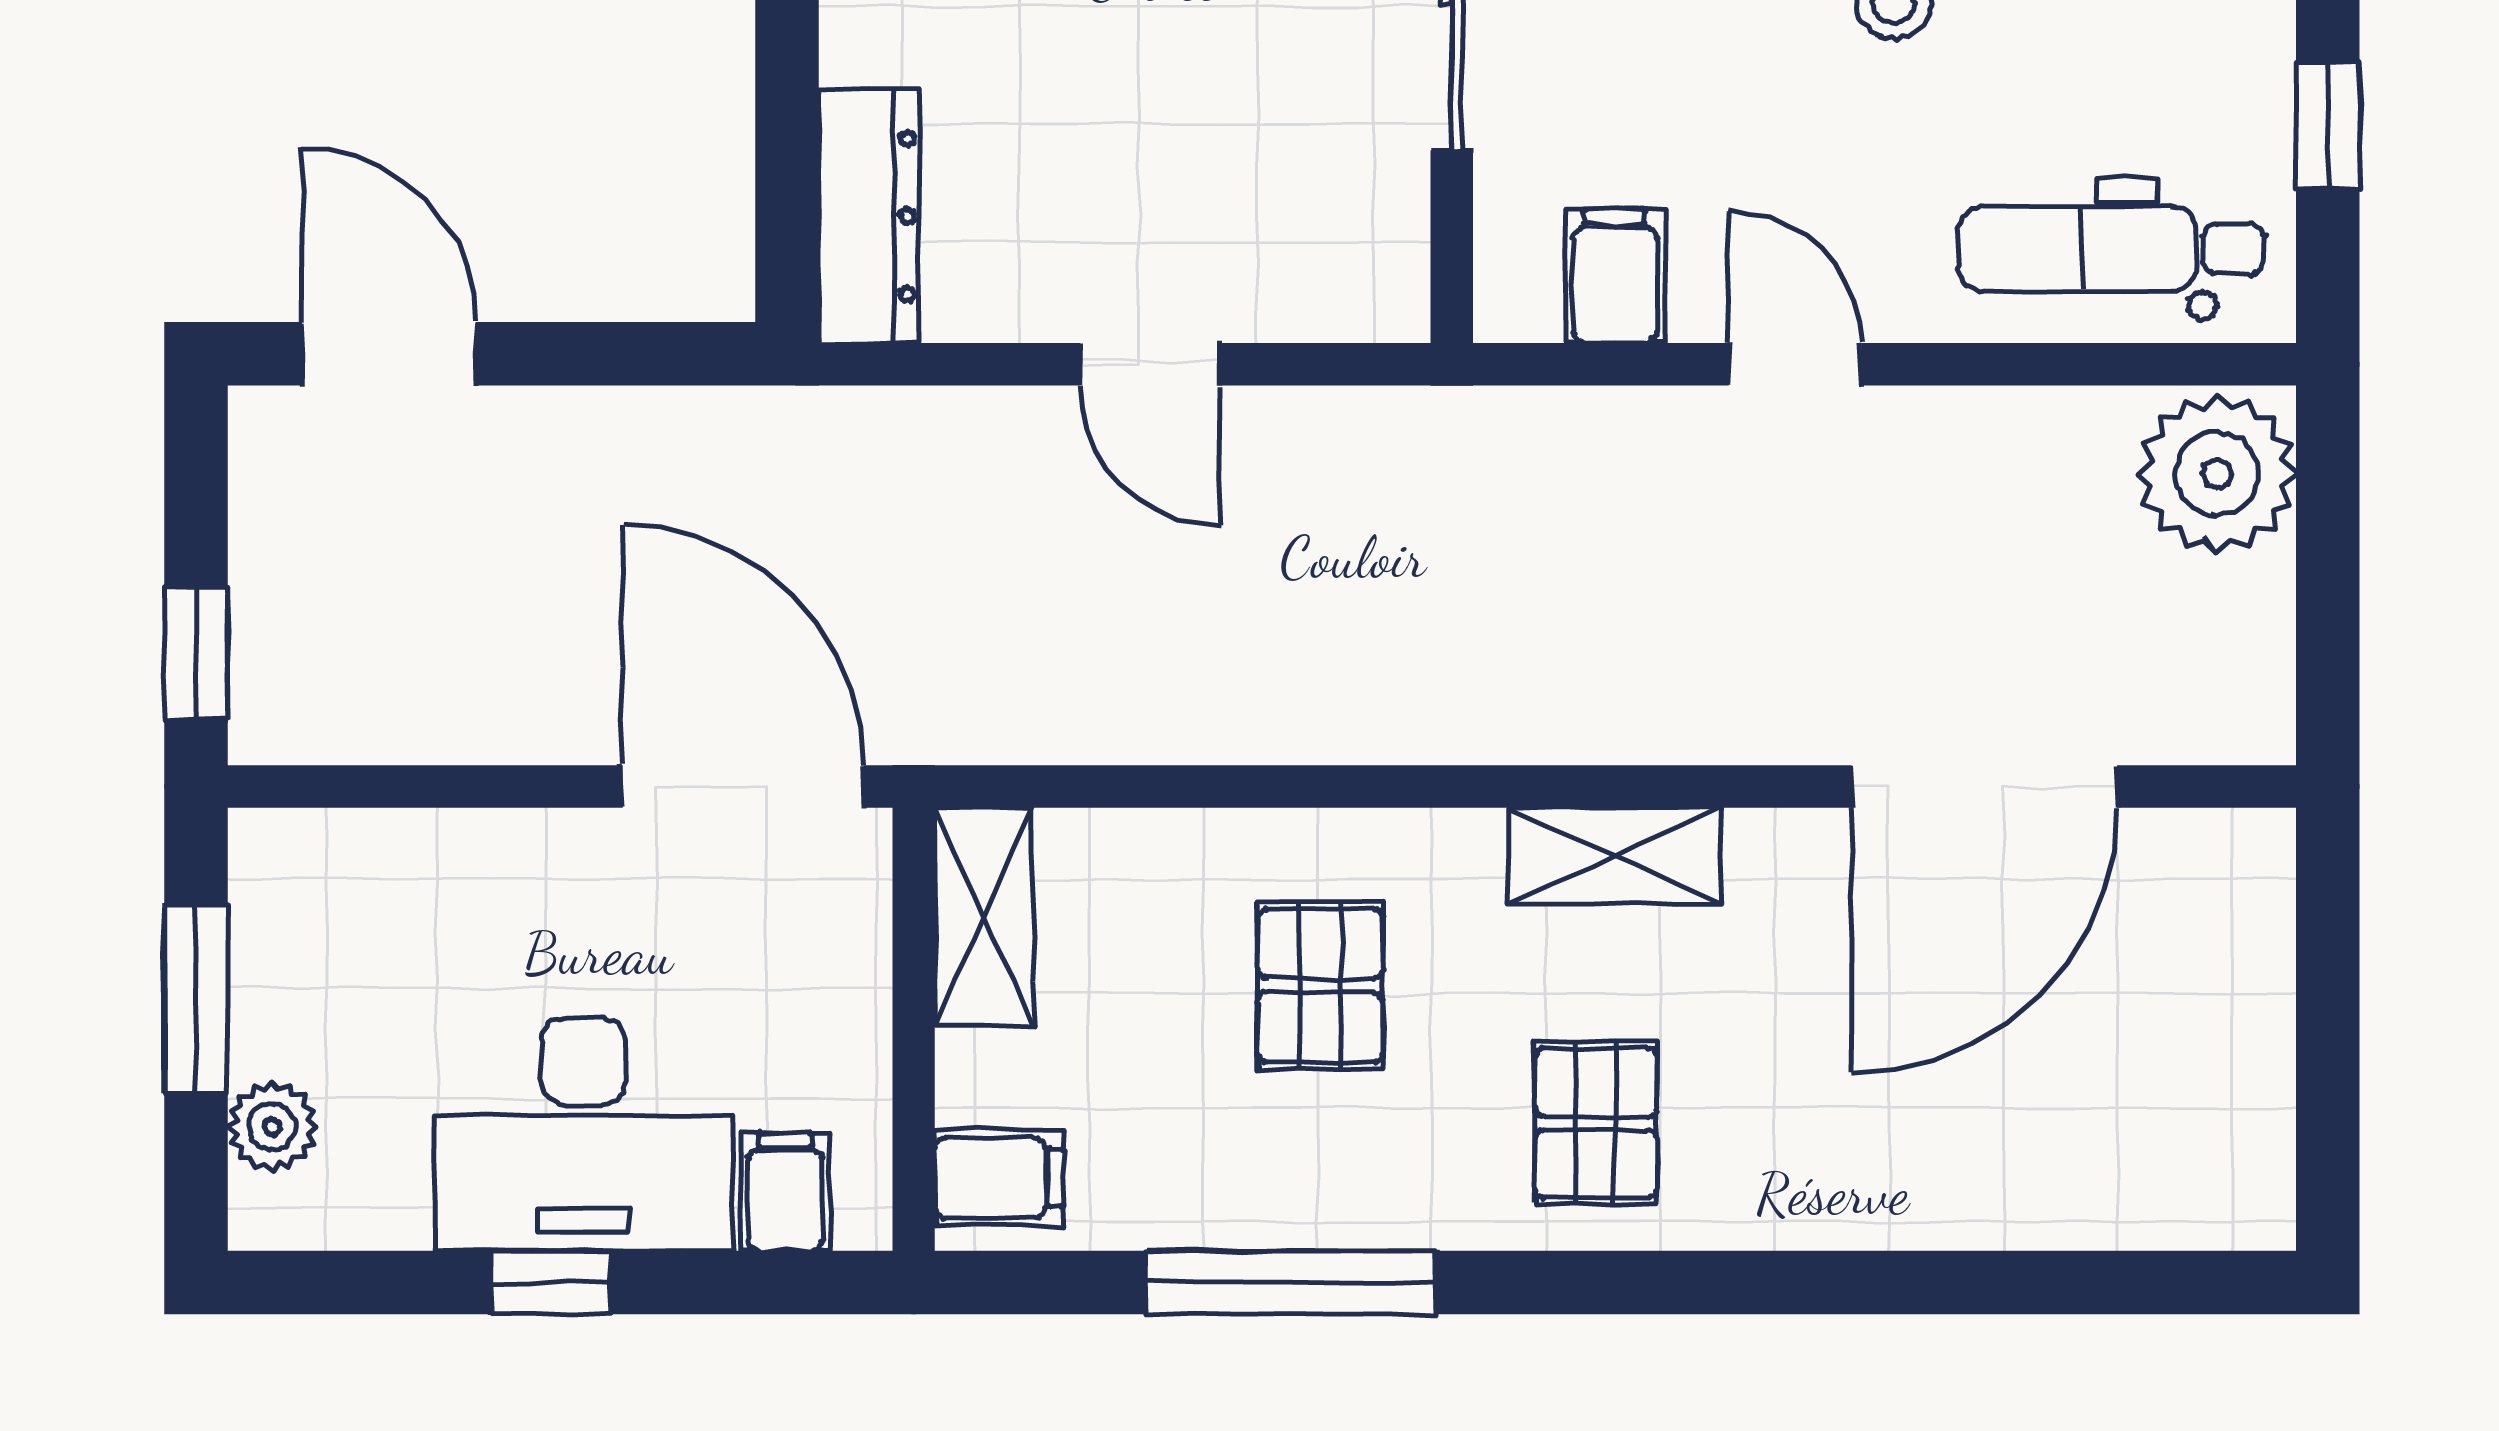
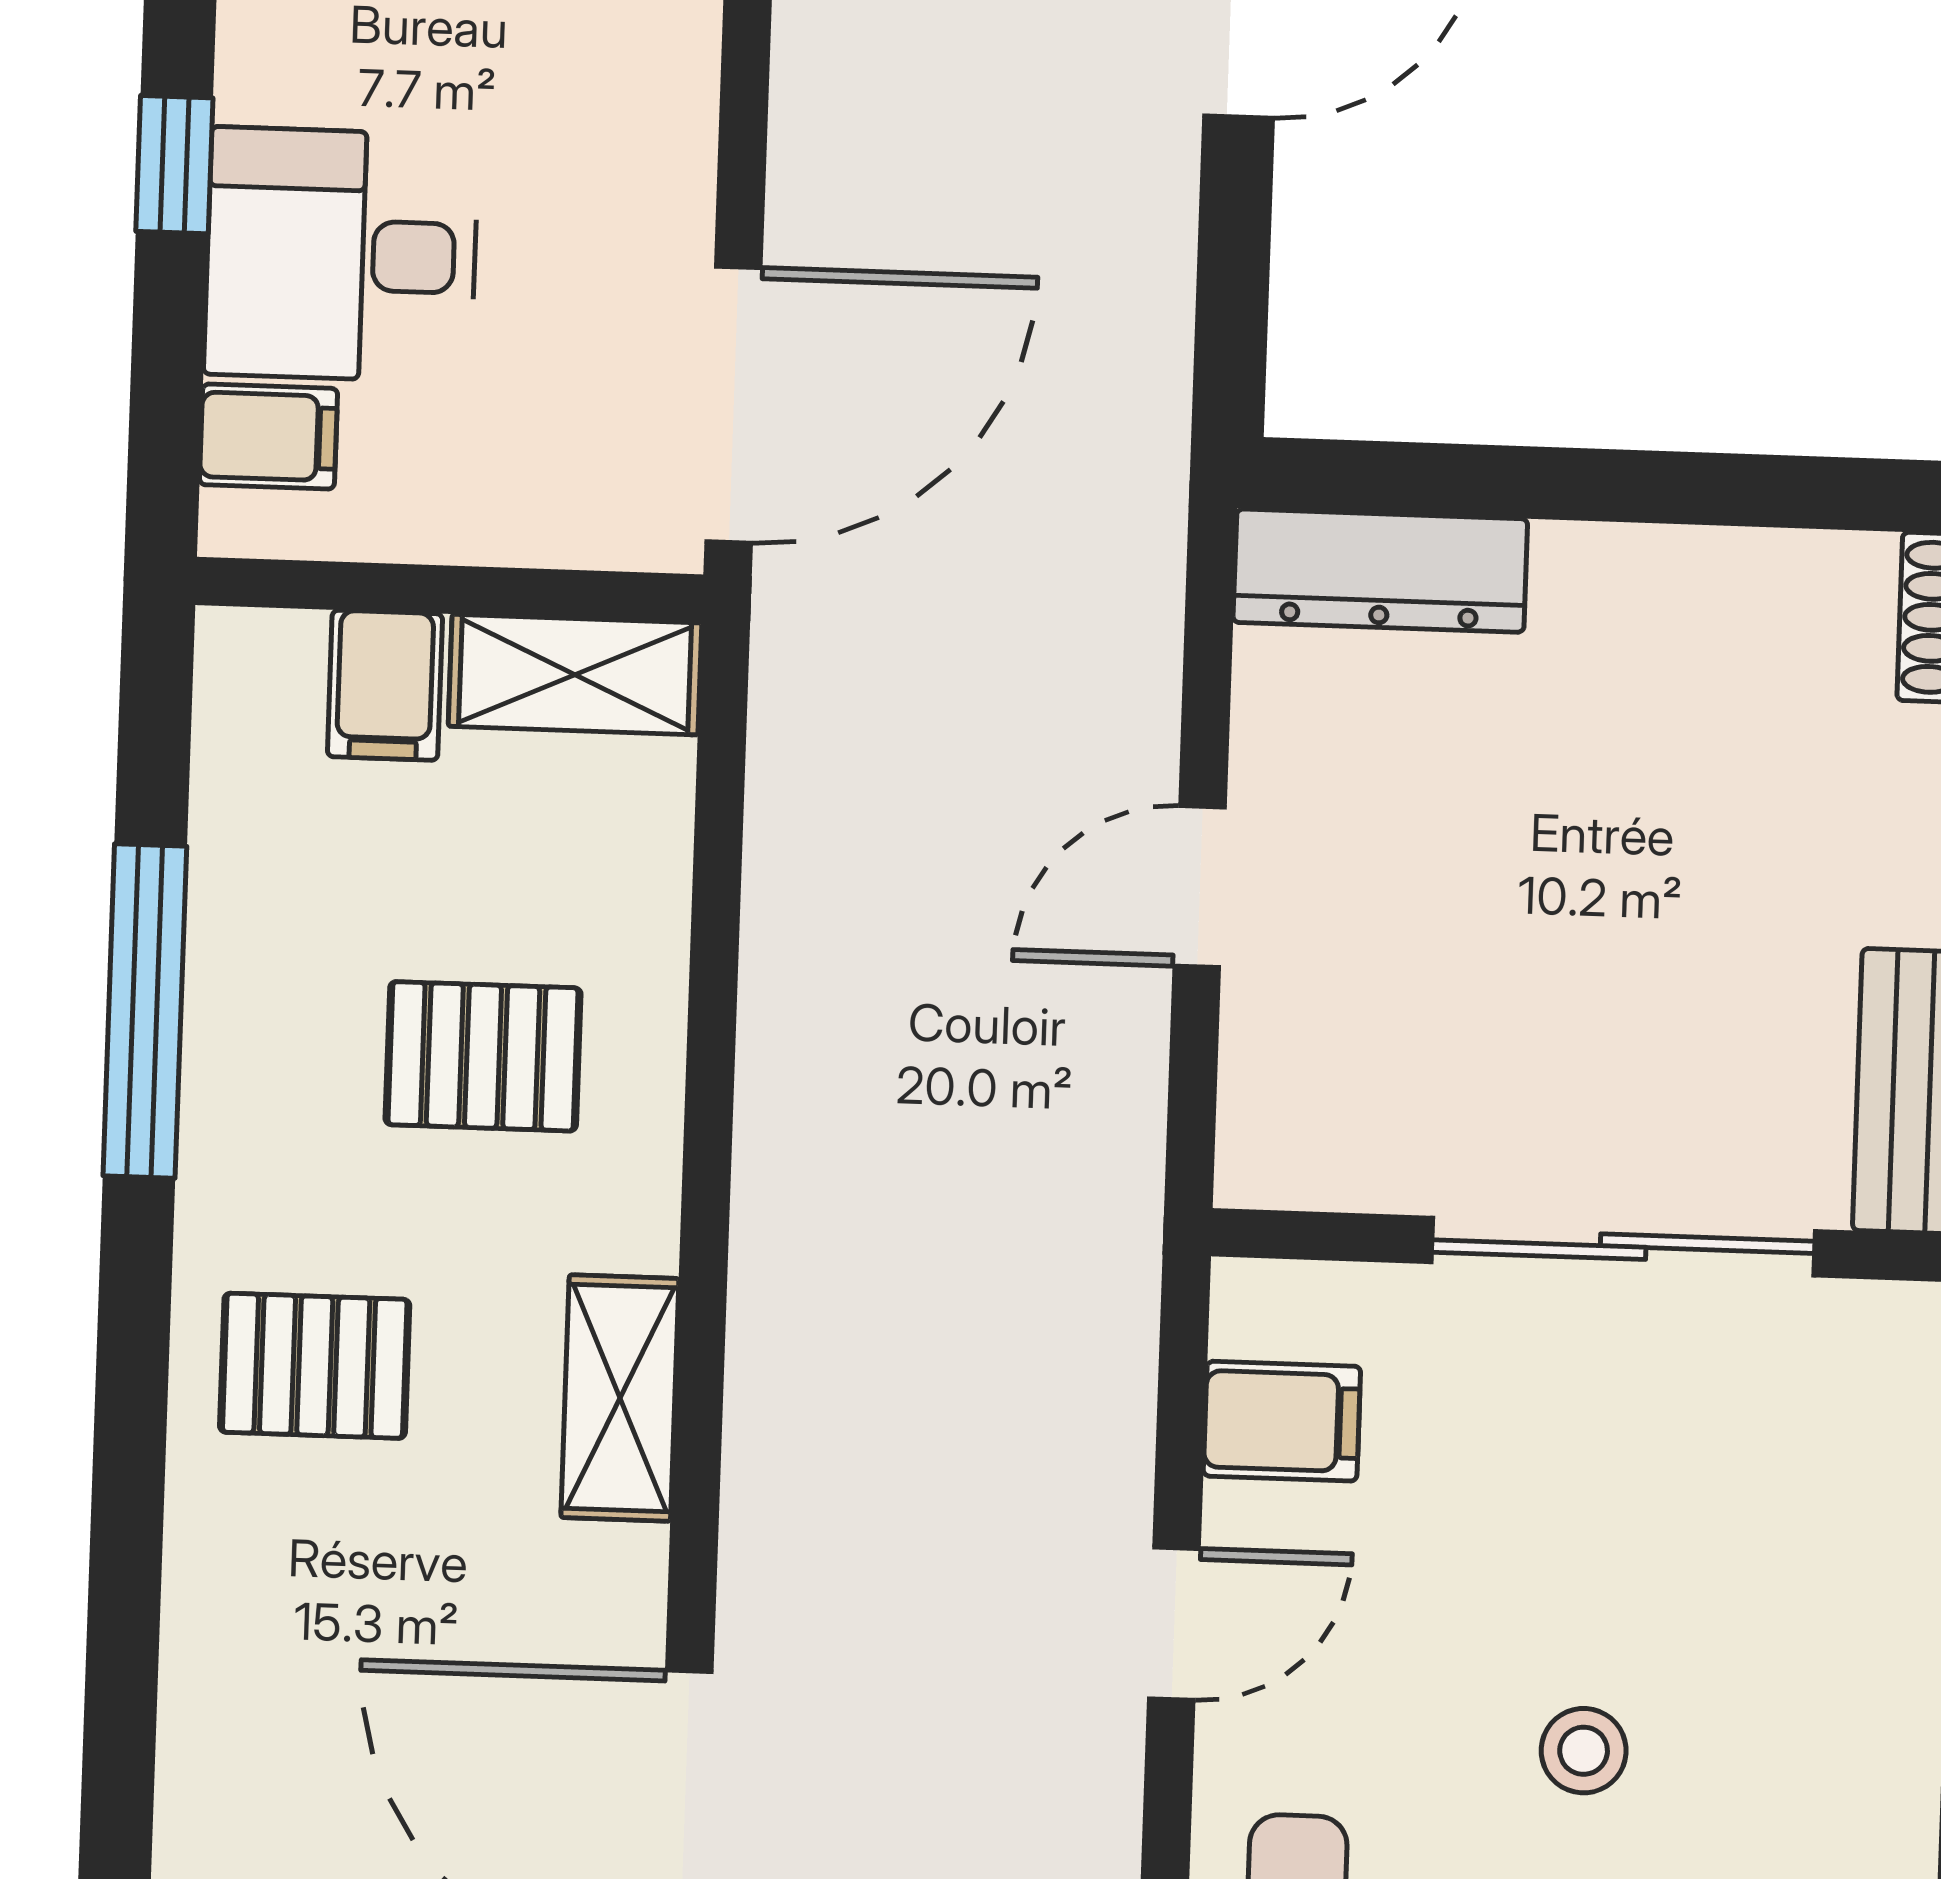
desk: (584, 1134) -> (341, 255), width x0.73
filing cabinet: (999, 1178) -> (385, 685), moved

